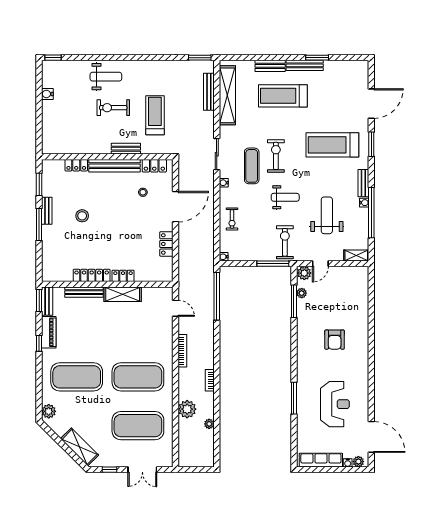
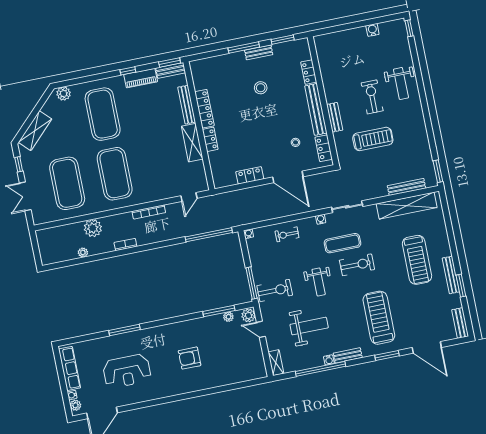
bench: (270, 66) -> (460, 323), moved
treadmill: (283, 96) -> (417, 260), turned 180

